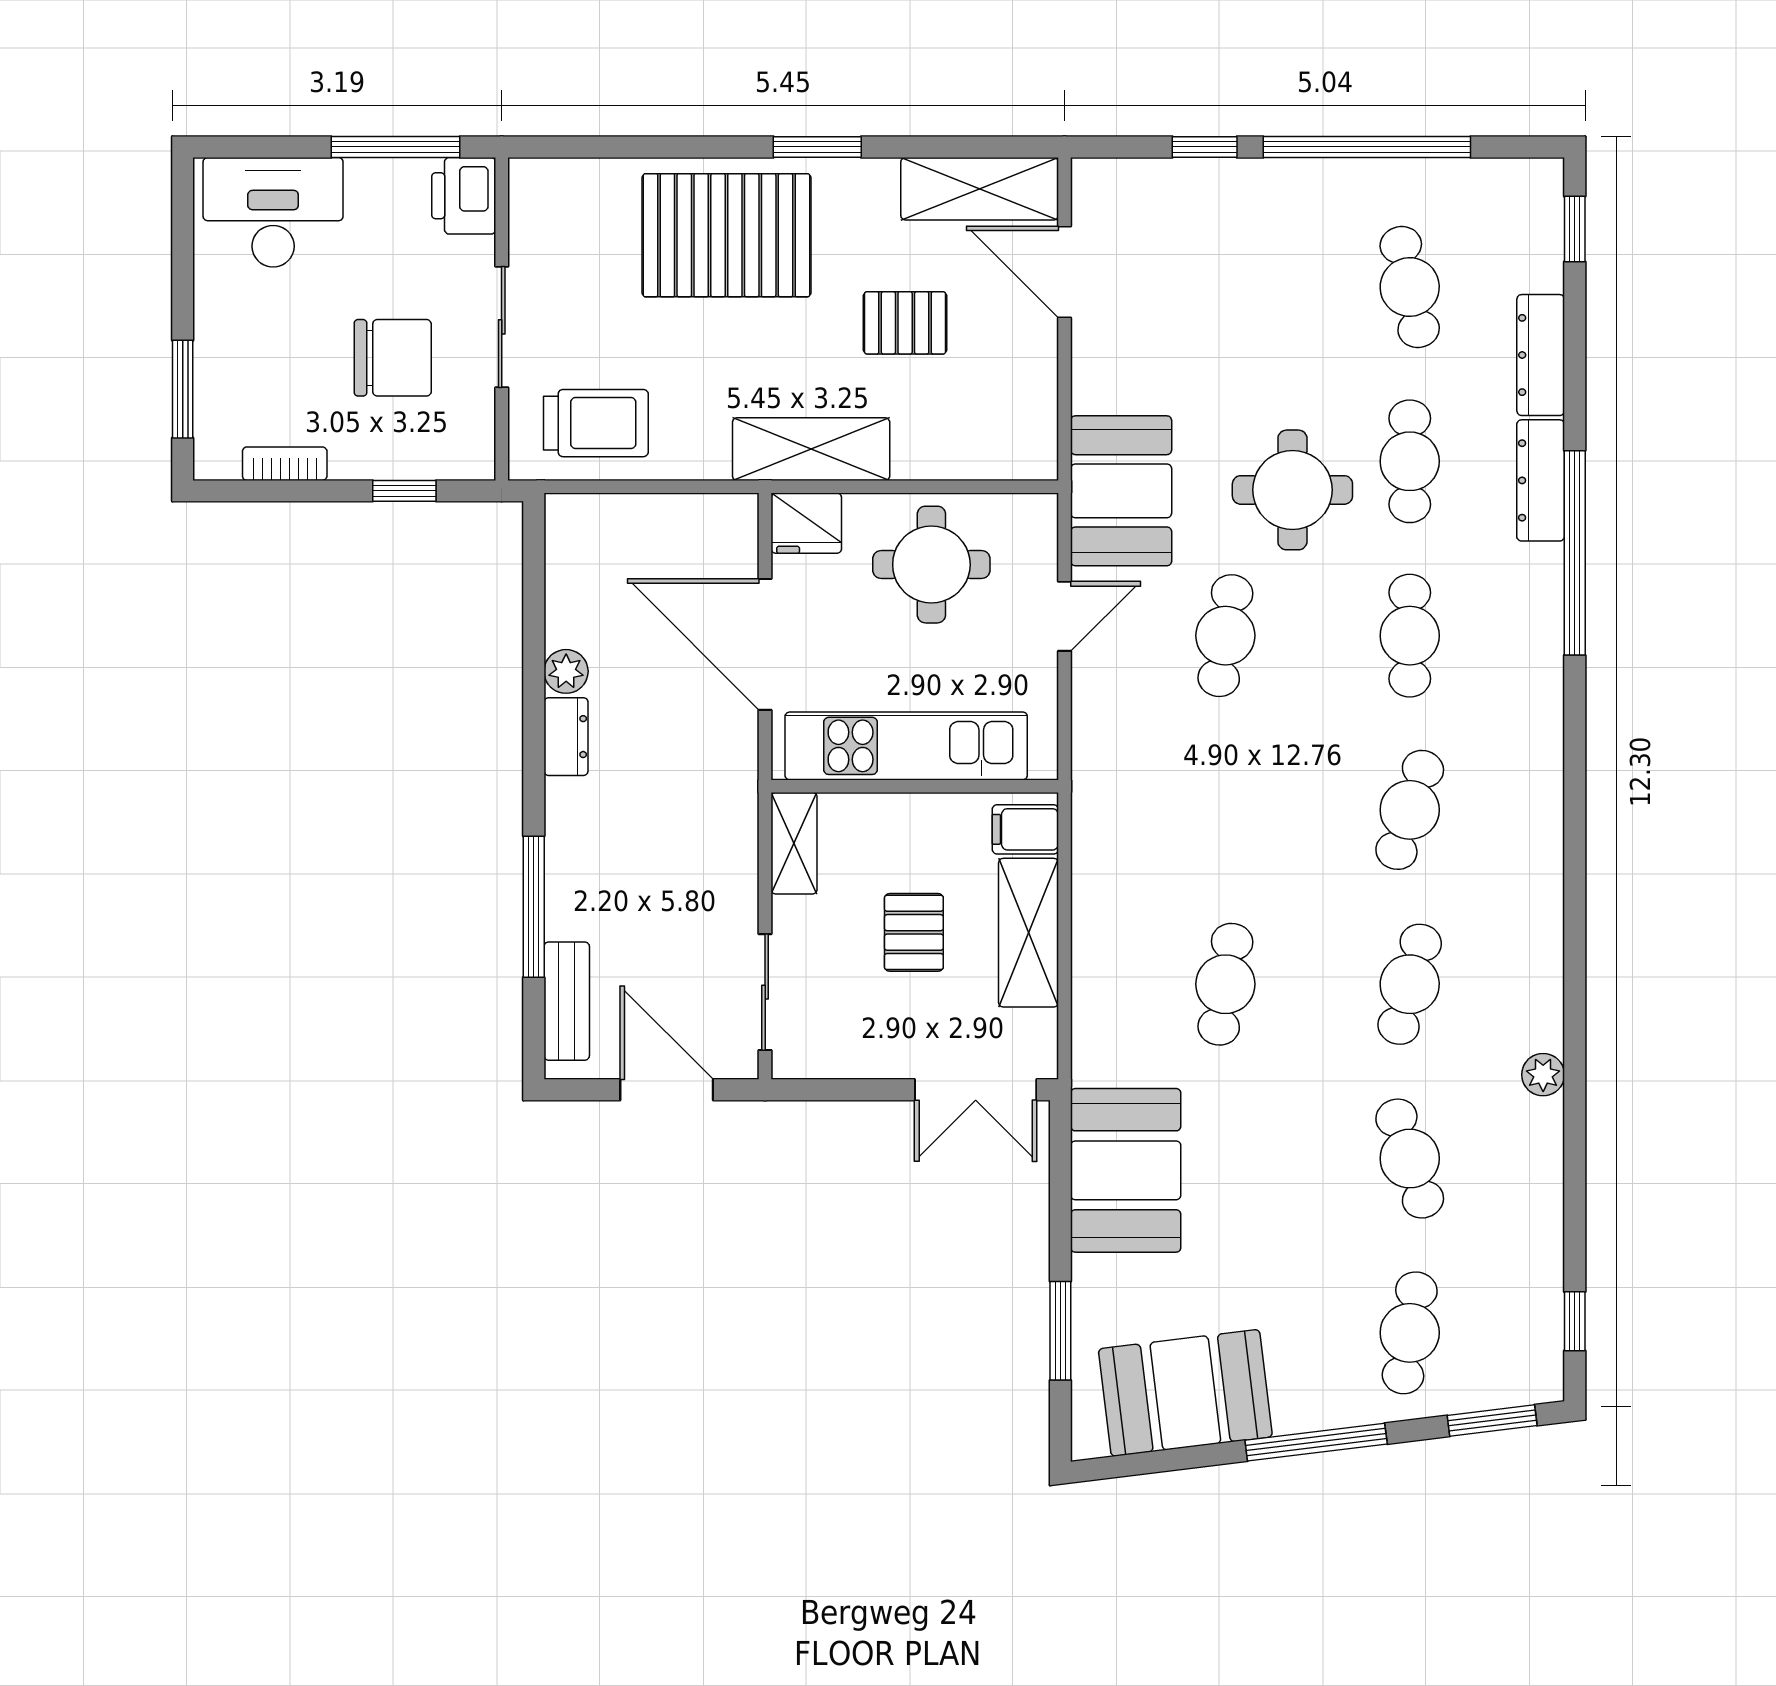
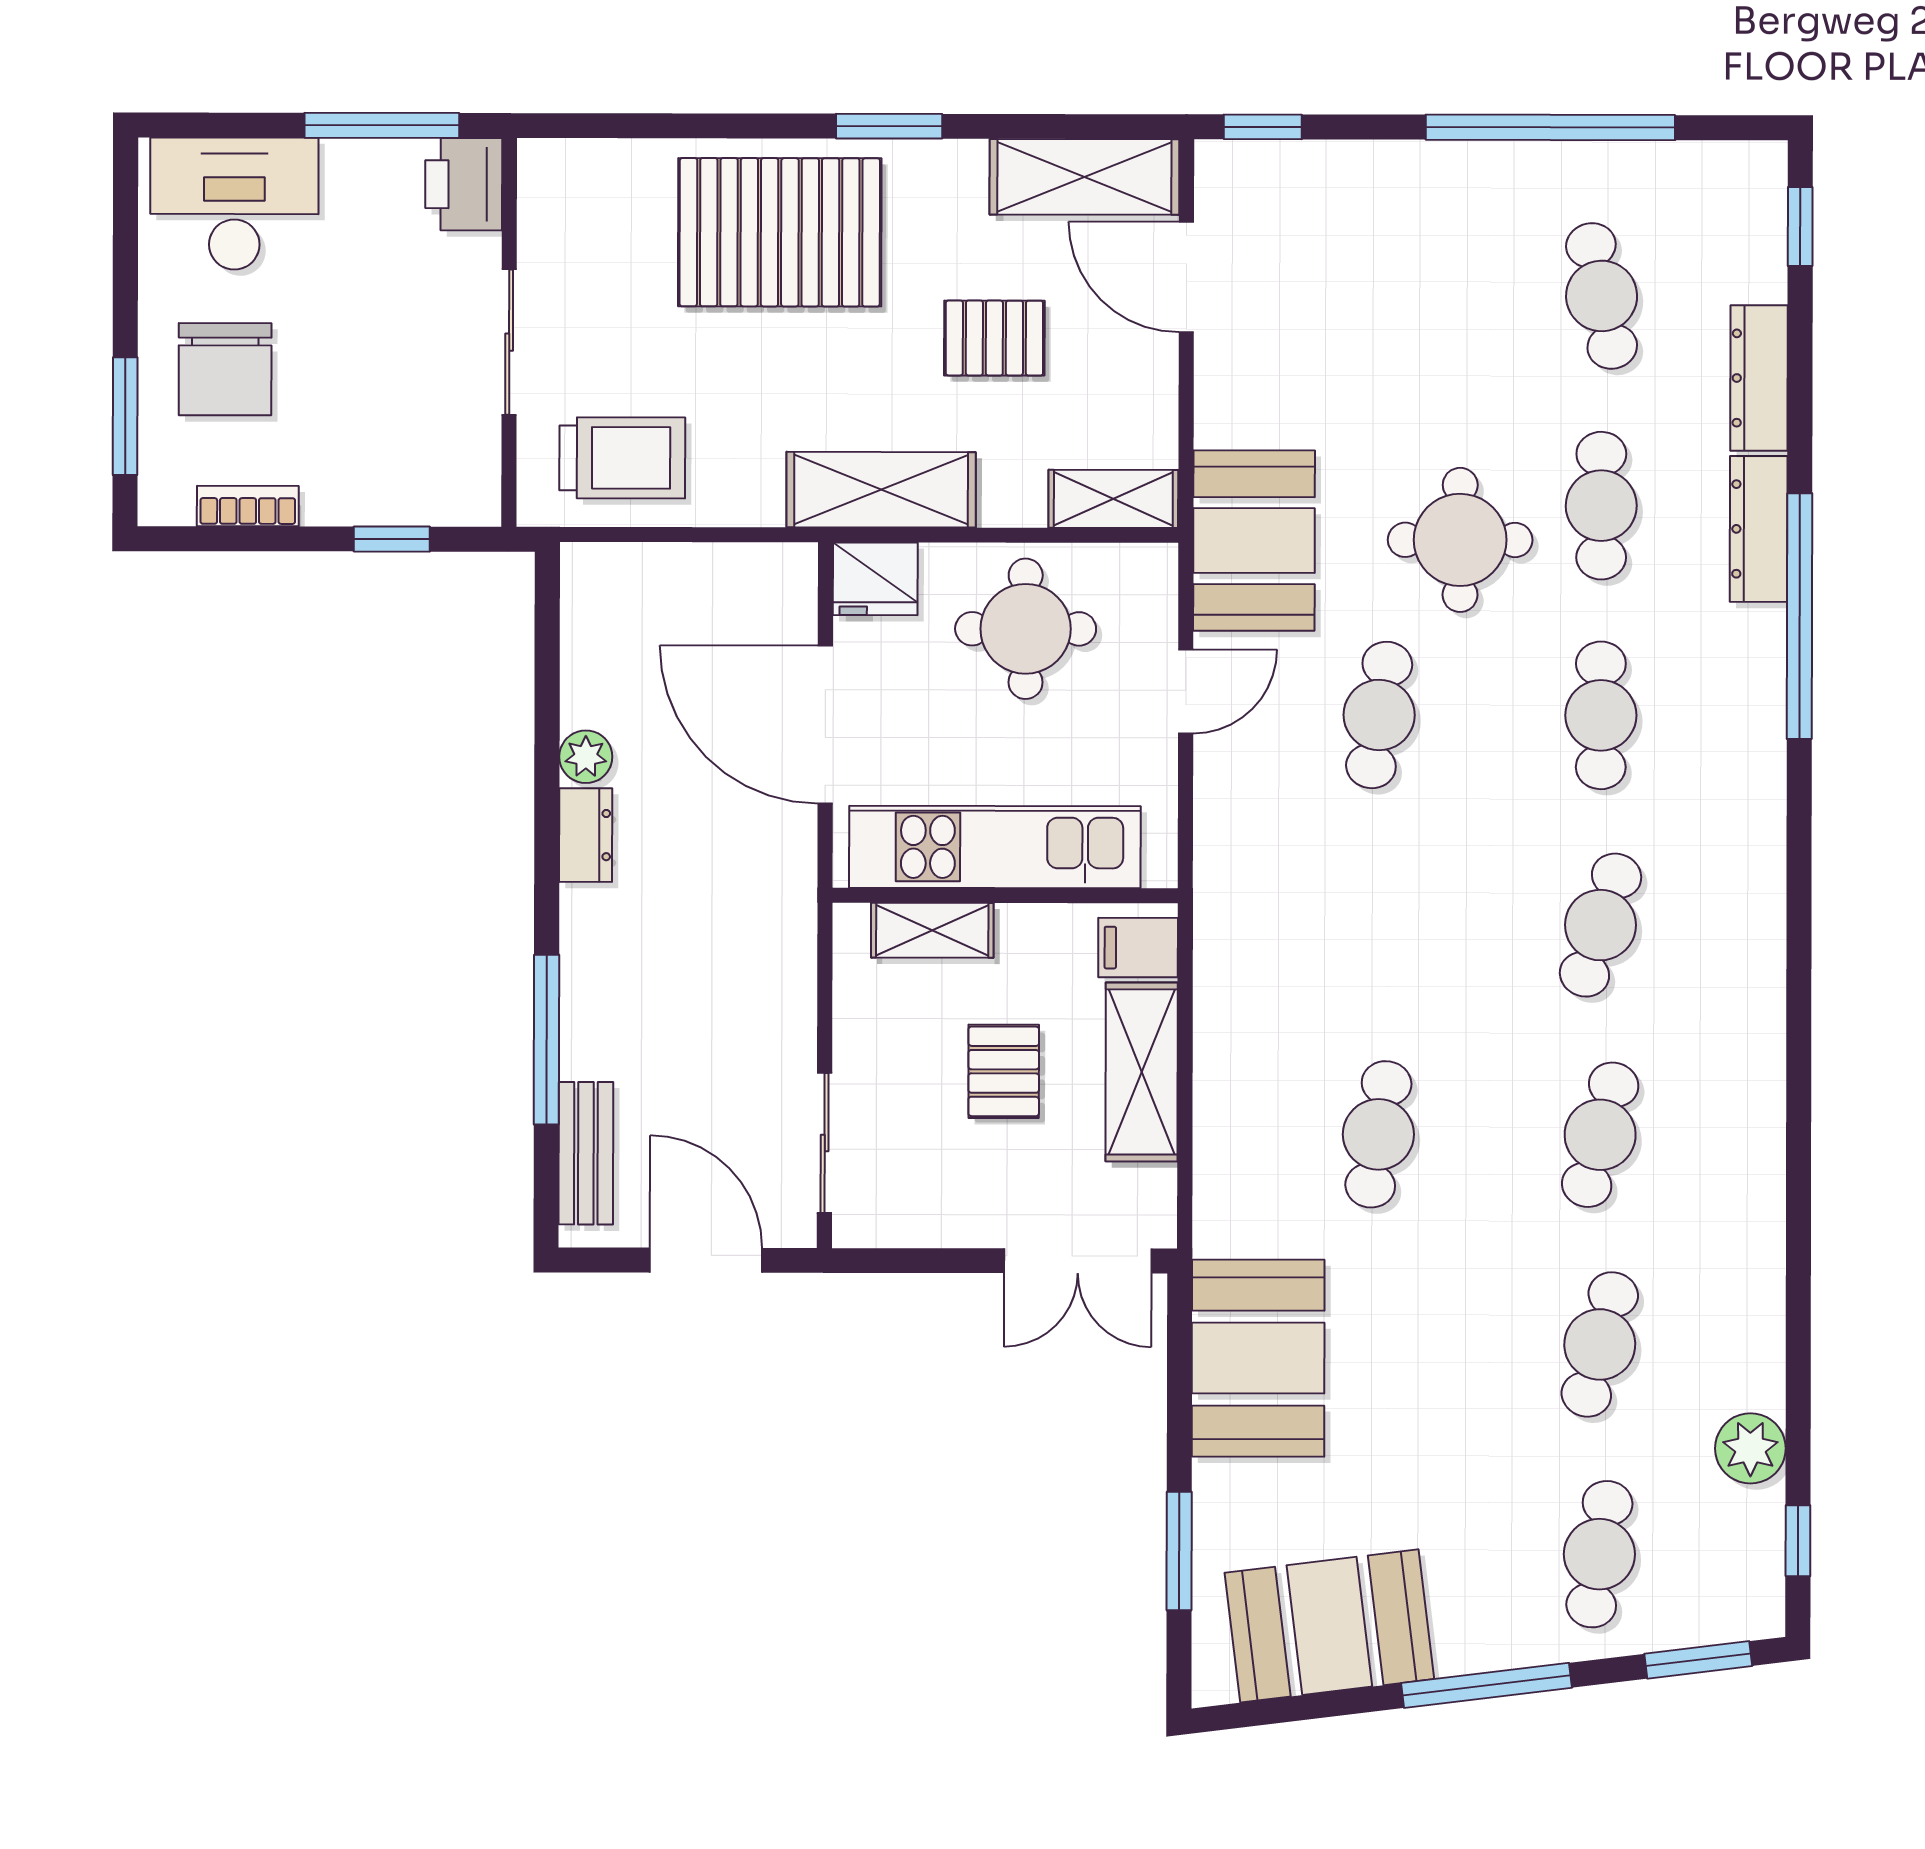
window: (1205, 147) -> (1263, 127), moved
chair: (393, 358) -> (225, 369), moved, turned 90
shelving: (1004, 456) -> (1113, 499), added
shelving: (794, 843) -> (932, 930), moved, turned 90
plant: (1543, 1075) -> (1750, 1448), moved, width x1.38, depth x1.38
cafe table: (1410, 1159) -> (1600, 1344), turned 33

